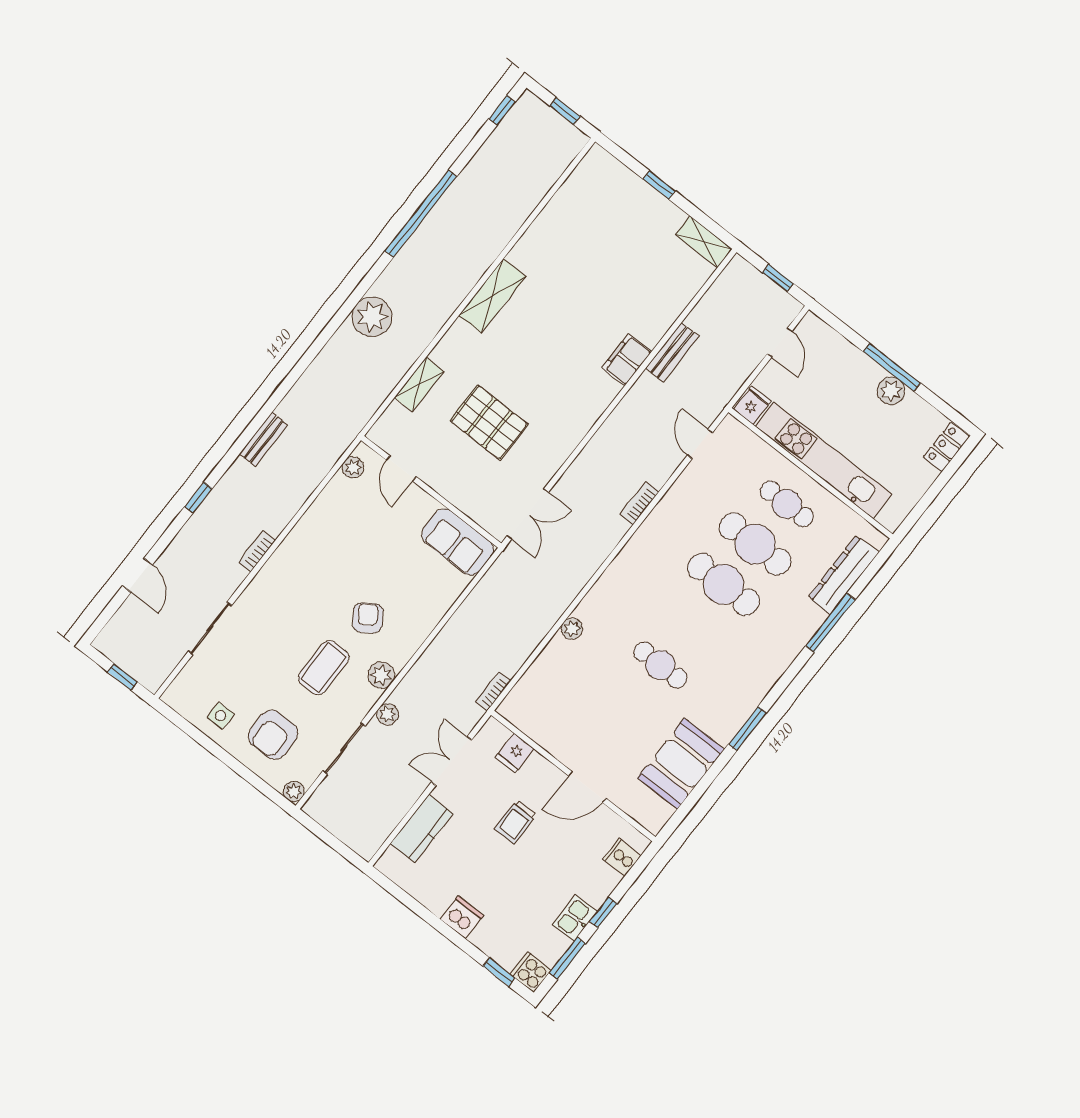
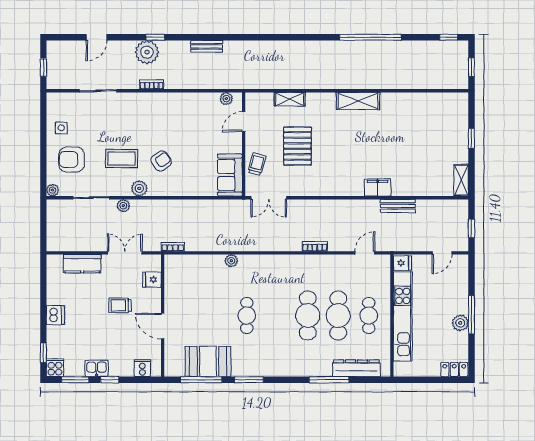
plant: (372, 317) -> (147, 52), moved
trolley: (471, 495) -> (257, 164), added
window: (698, 792) -> (201, 380), added

